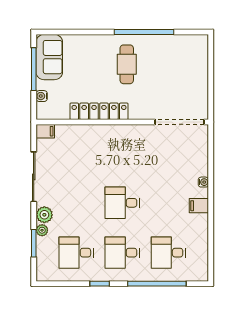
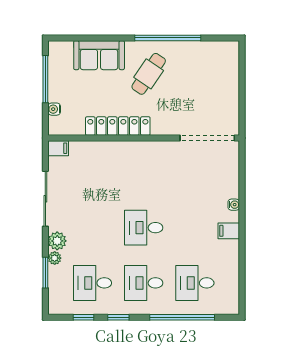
sofa: (49, 57) -> (99, 55), moved, turned 90
cafe table: (127, 64) -> (149, 74), turned 34
window: (68, 284) -> (84, 317), added

